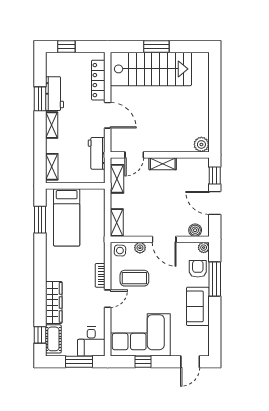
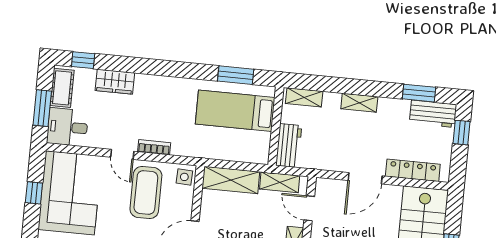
workbench: (54, 94) -> (433, 114), moved
window: (40, 99) -> (419, 93), moved
workbench: (97, 153) -> (289, 146), moved, turned 90
shelving: (117, 223) -> (231, 180), width x1.50, depth x1.33
plant: (140, 248) -> (185, 204), removed
coffee table: (134, 278) -> (146, 192), width x1.36, depth x1.32
wardrobe: (54, 302) -> (115, 82), width x0.67
cot: (53, 339) -> (62, 88), moved, turned 90

